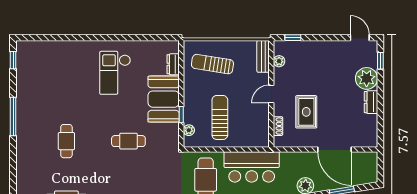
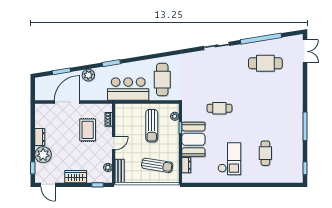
wardrobe: (323, 49) -> (76, 177), added
cafe table: (66, 141) -> (265, 153), moved
door: (335, 150) -> (67, 102), hinge flipped

